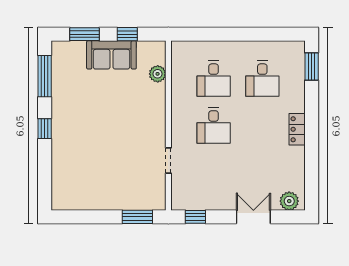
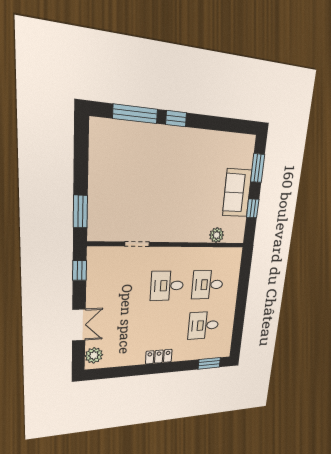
window: (45, 76) -> (135, 114), moved

